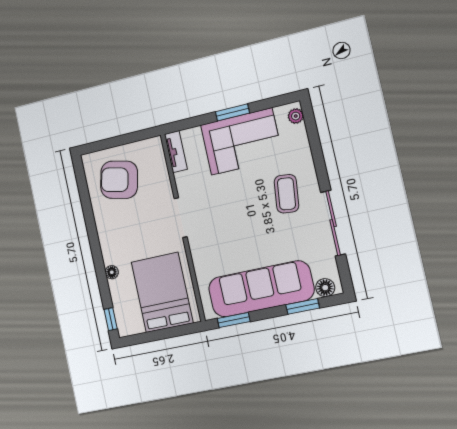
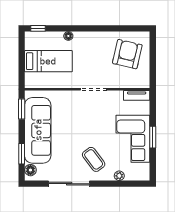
plant: (296, 116) -> (119, 176), moved
coffee table: (286, 194) -> (94, 159), turned 46
bed: (162, 292) -> (48, 61), width x0.67

